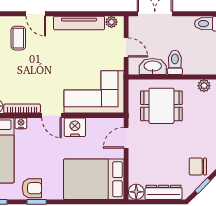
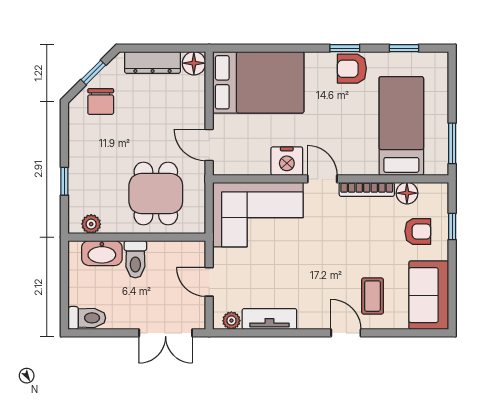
tv unit: (79, 23) -> (269, 319), width x0.71
washbasin: (153, 66) -> (102, 253), moved
dining table: (161, 106) -> (156, 193), turned 90
nightstand: (21, 123) -> (368, 167), removed
door: (126, 138) -> (209, 145), swing flipped
chair: (198, 166) -> (101, 102), turned 90

